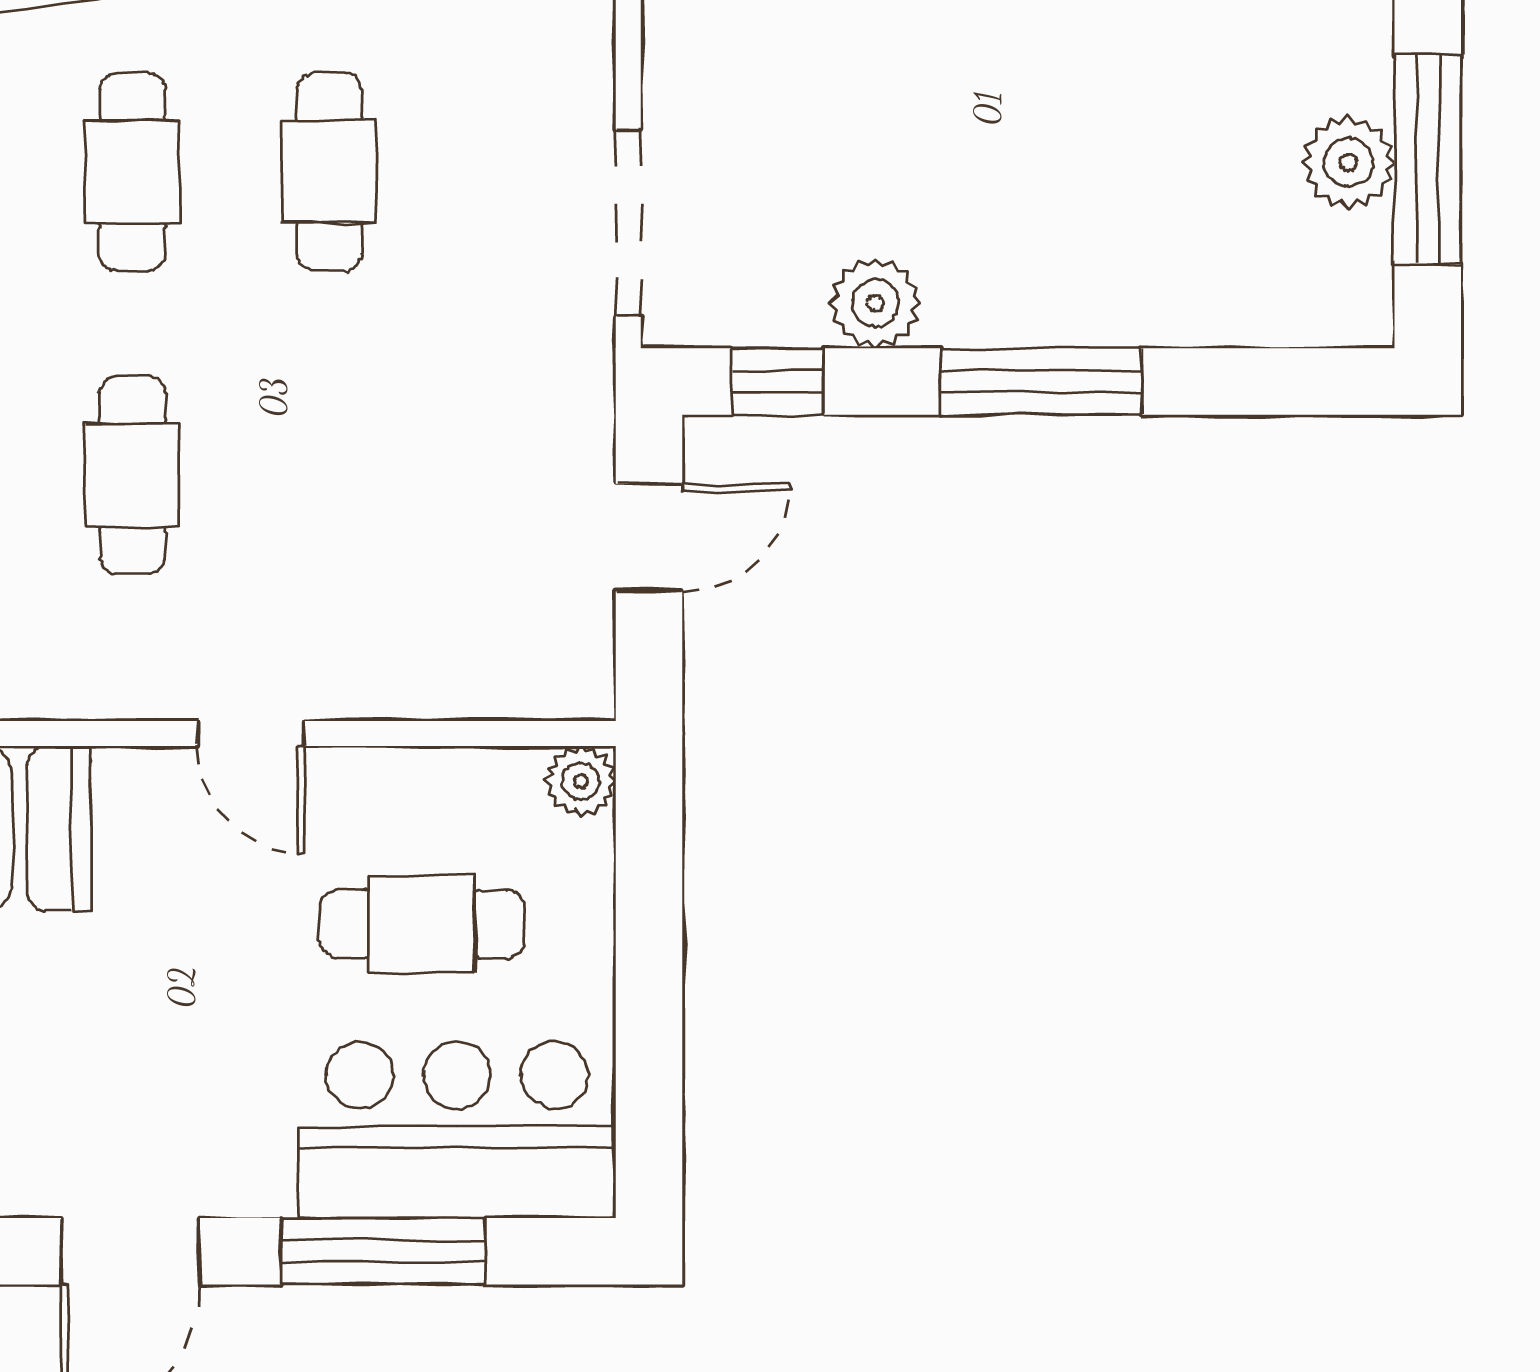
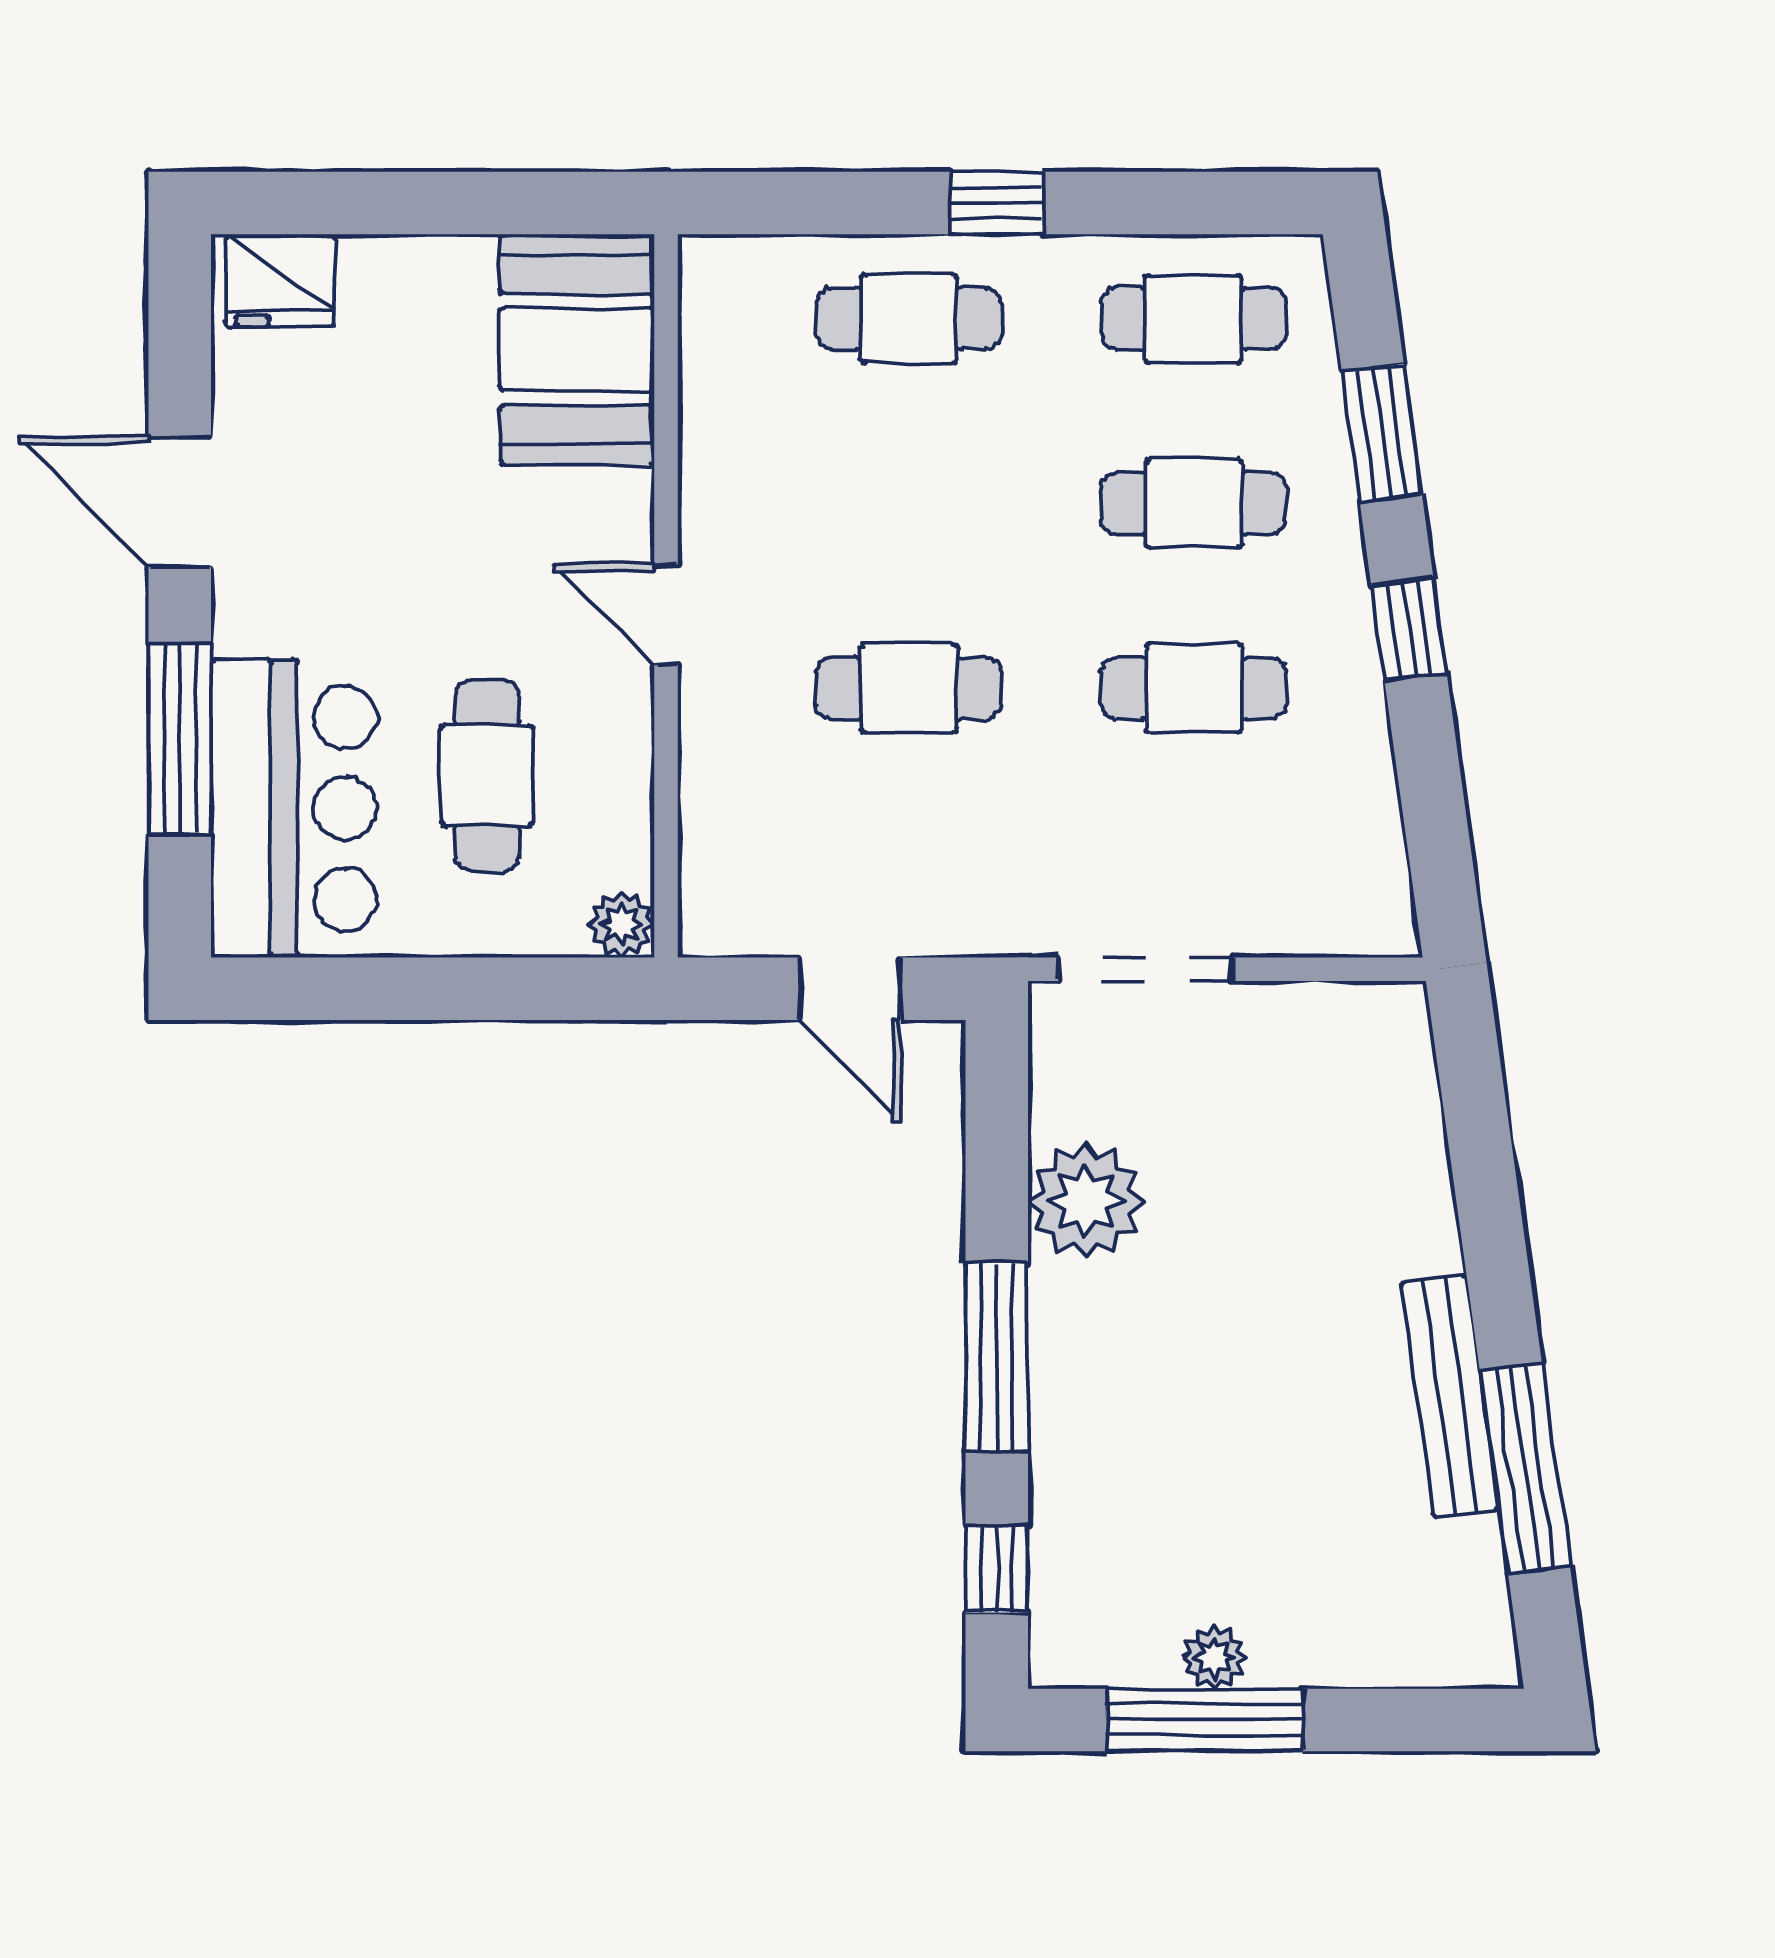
plant: (1348, 162) -> (1214, 1657), width x0.73, depth x0.73
plant: (876, 303) -> (1086, 1201), width x1.36, depth x1.36
window: (778, 381) -> (997, 1569), moved
cafe table: (132, 475) -> (909, 688), moved
door: (251, 734) -> (666, 615), hinge flipped

